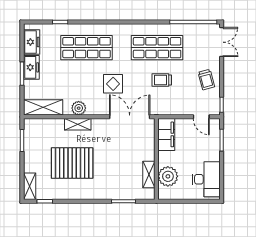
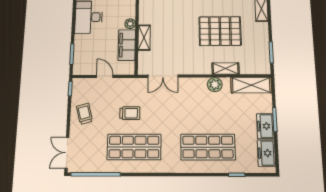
display table: (113, 84) -> (180, 109), removed
double door: (130, 117) -> (163, 76), width x0.73
door: (201, 117) -> (105, 76), moved
shelving: (78, 124) -> (226, 69), moved
filing cabinet: (166, 134) -> (127, 45), moved
shelving: (149, 175) -> (144, 38), moved
plant: (168, 176) -> (130, 24), width x0.53, depth x0.53

